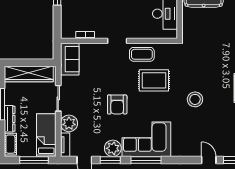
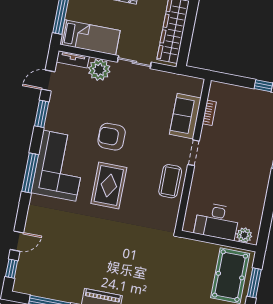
sofa: (70, 59) -> (185, 116), moved, turned 90
rug: (154, 80) -> (109, 185), moved
stool: (195, 99) -> (99, 238), removed
plant: (113, 148) -> (56, 120), removed
window: (146, 160) -> (30, 173), moved

